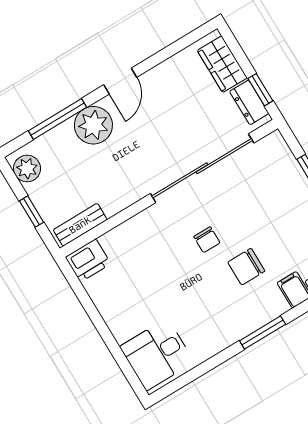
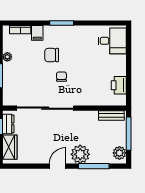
window: (31, 212) -> (129, 134), width x2.17
printer: (88, 261) -> (119, 85), moved, turned -90
chair: (246, 267) -> (52, 55), turned 180

